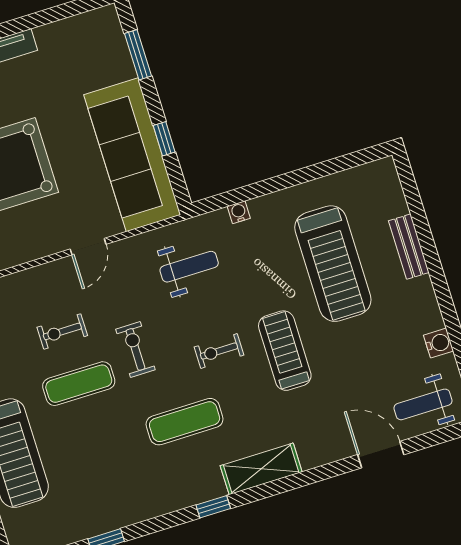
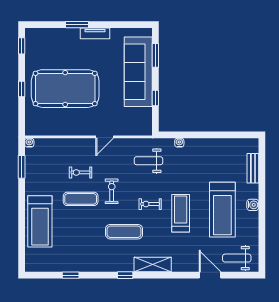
sofa: (132, 155) -> (138, 72), moved
bench: (409, 247) -> (253, 168), moved
treadmill: (333, 264) -> (222, 210), moved
weight bench: (189, 267) -> (148, 161), turned 180
water cooler: (438, 343) -> (253, 205), moved

